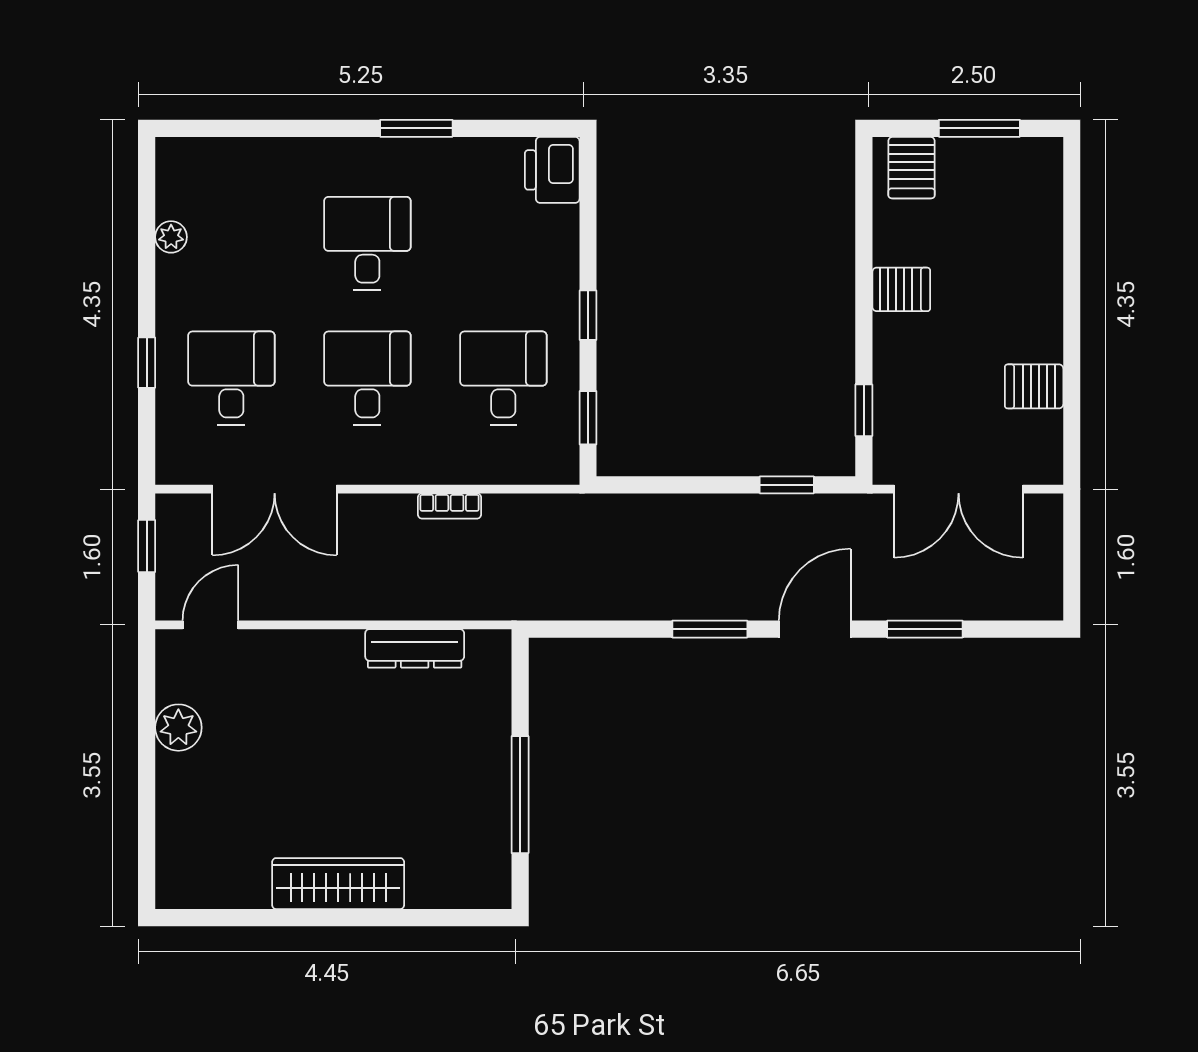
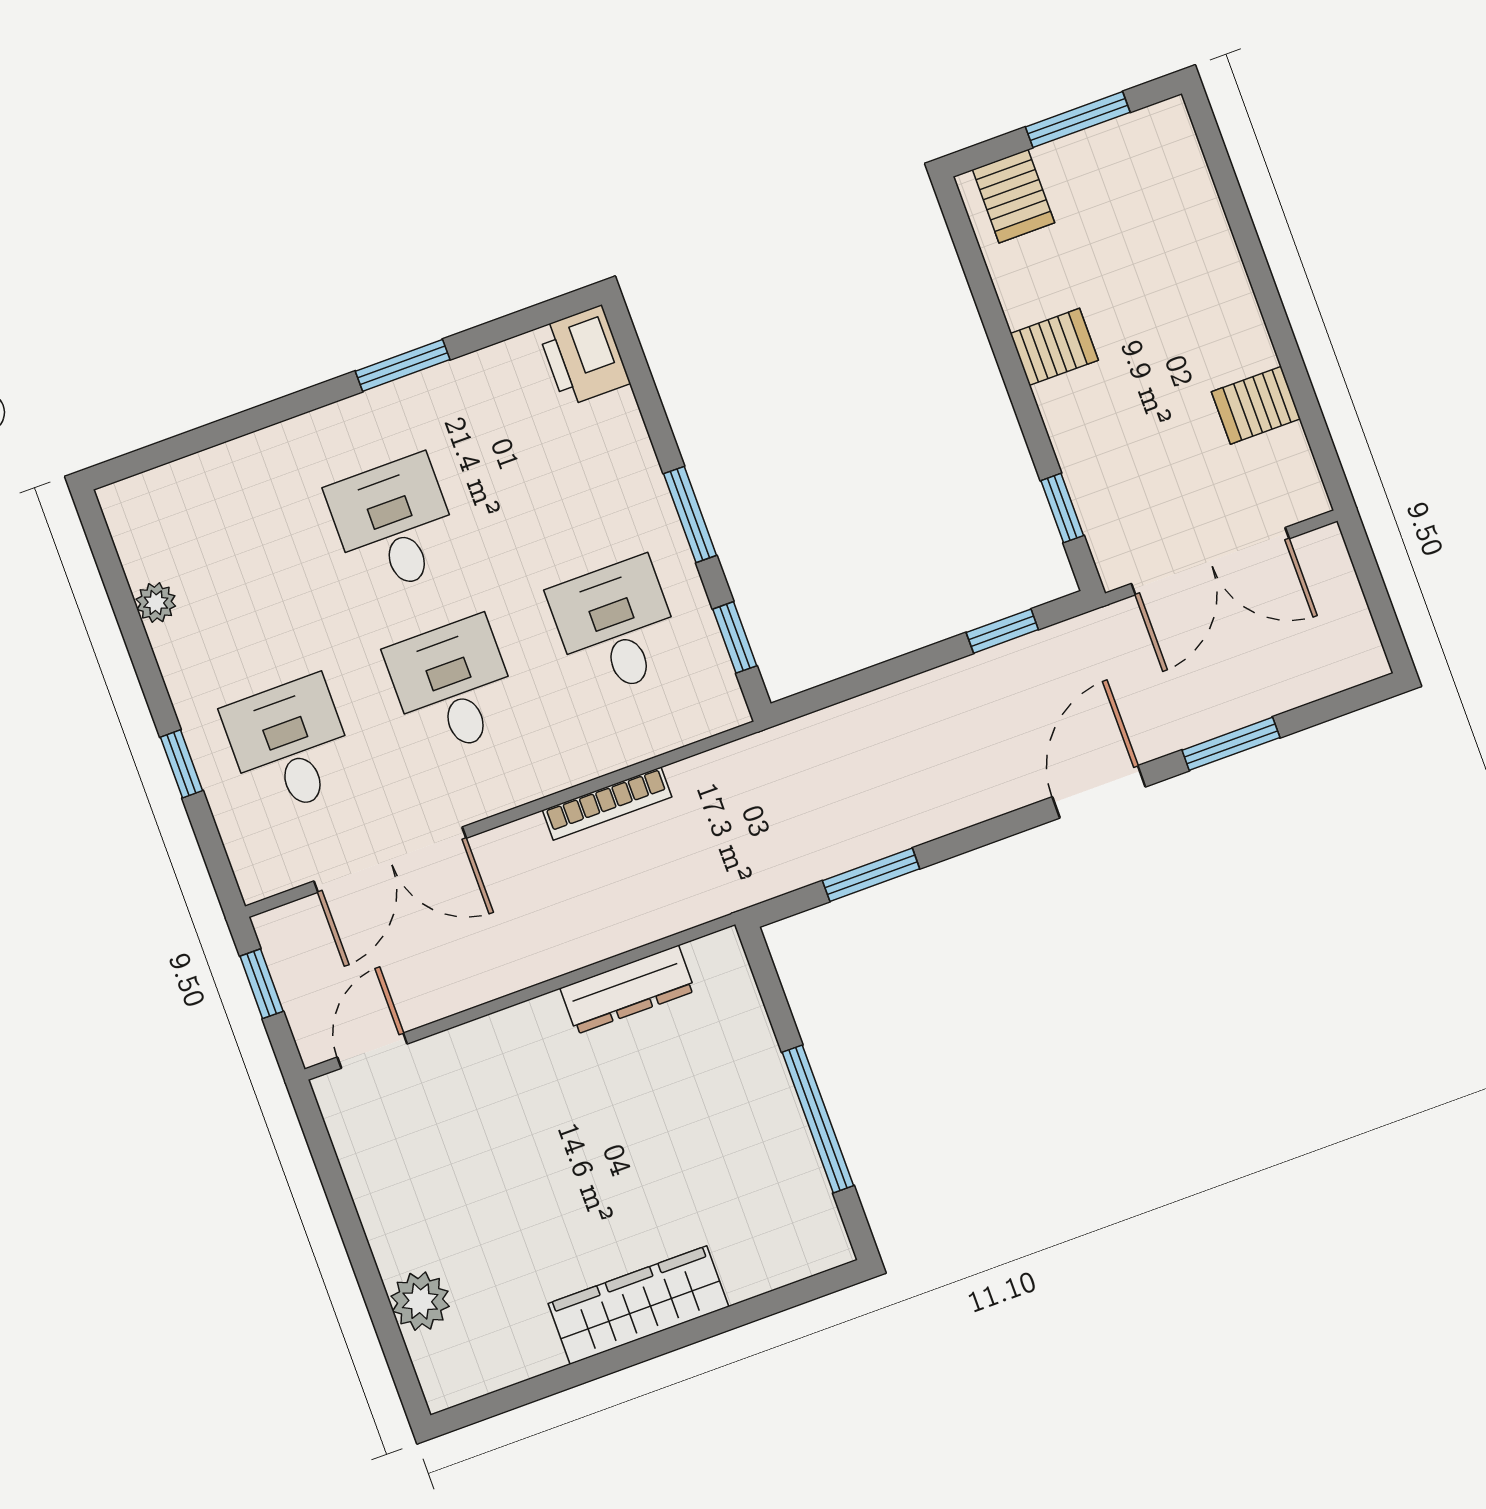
window: (588, 315) -> (690, 514), width x1.50
bookcase: (450, 506) -> (607, 804), width x1.56
window: (710, 629) -> (871, 875), moved
plant: (178, 728) -> (420, 1301), moved

